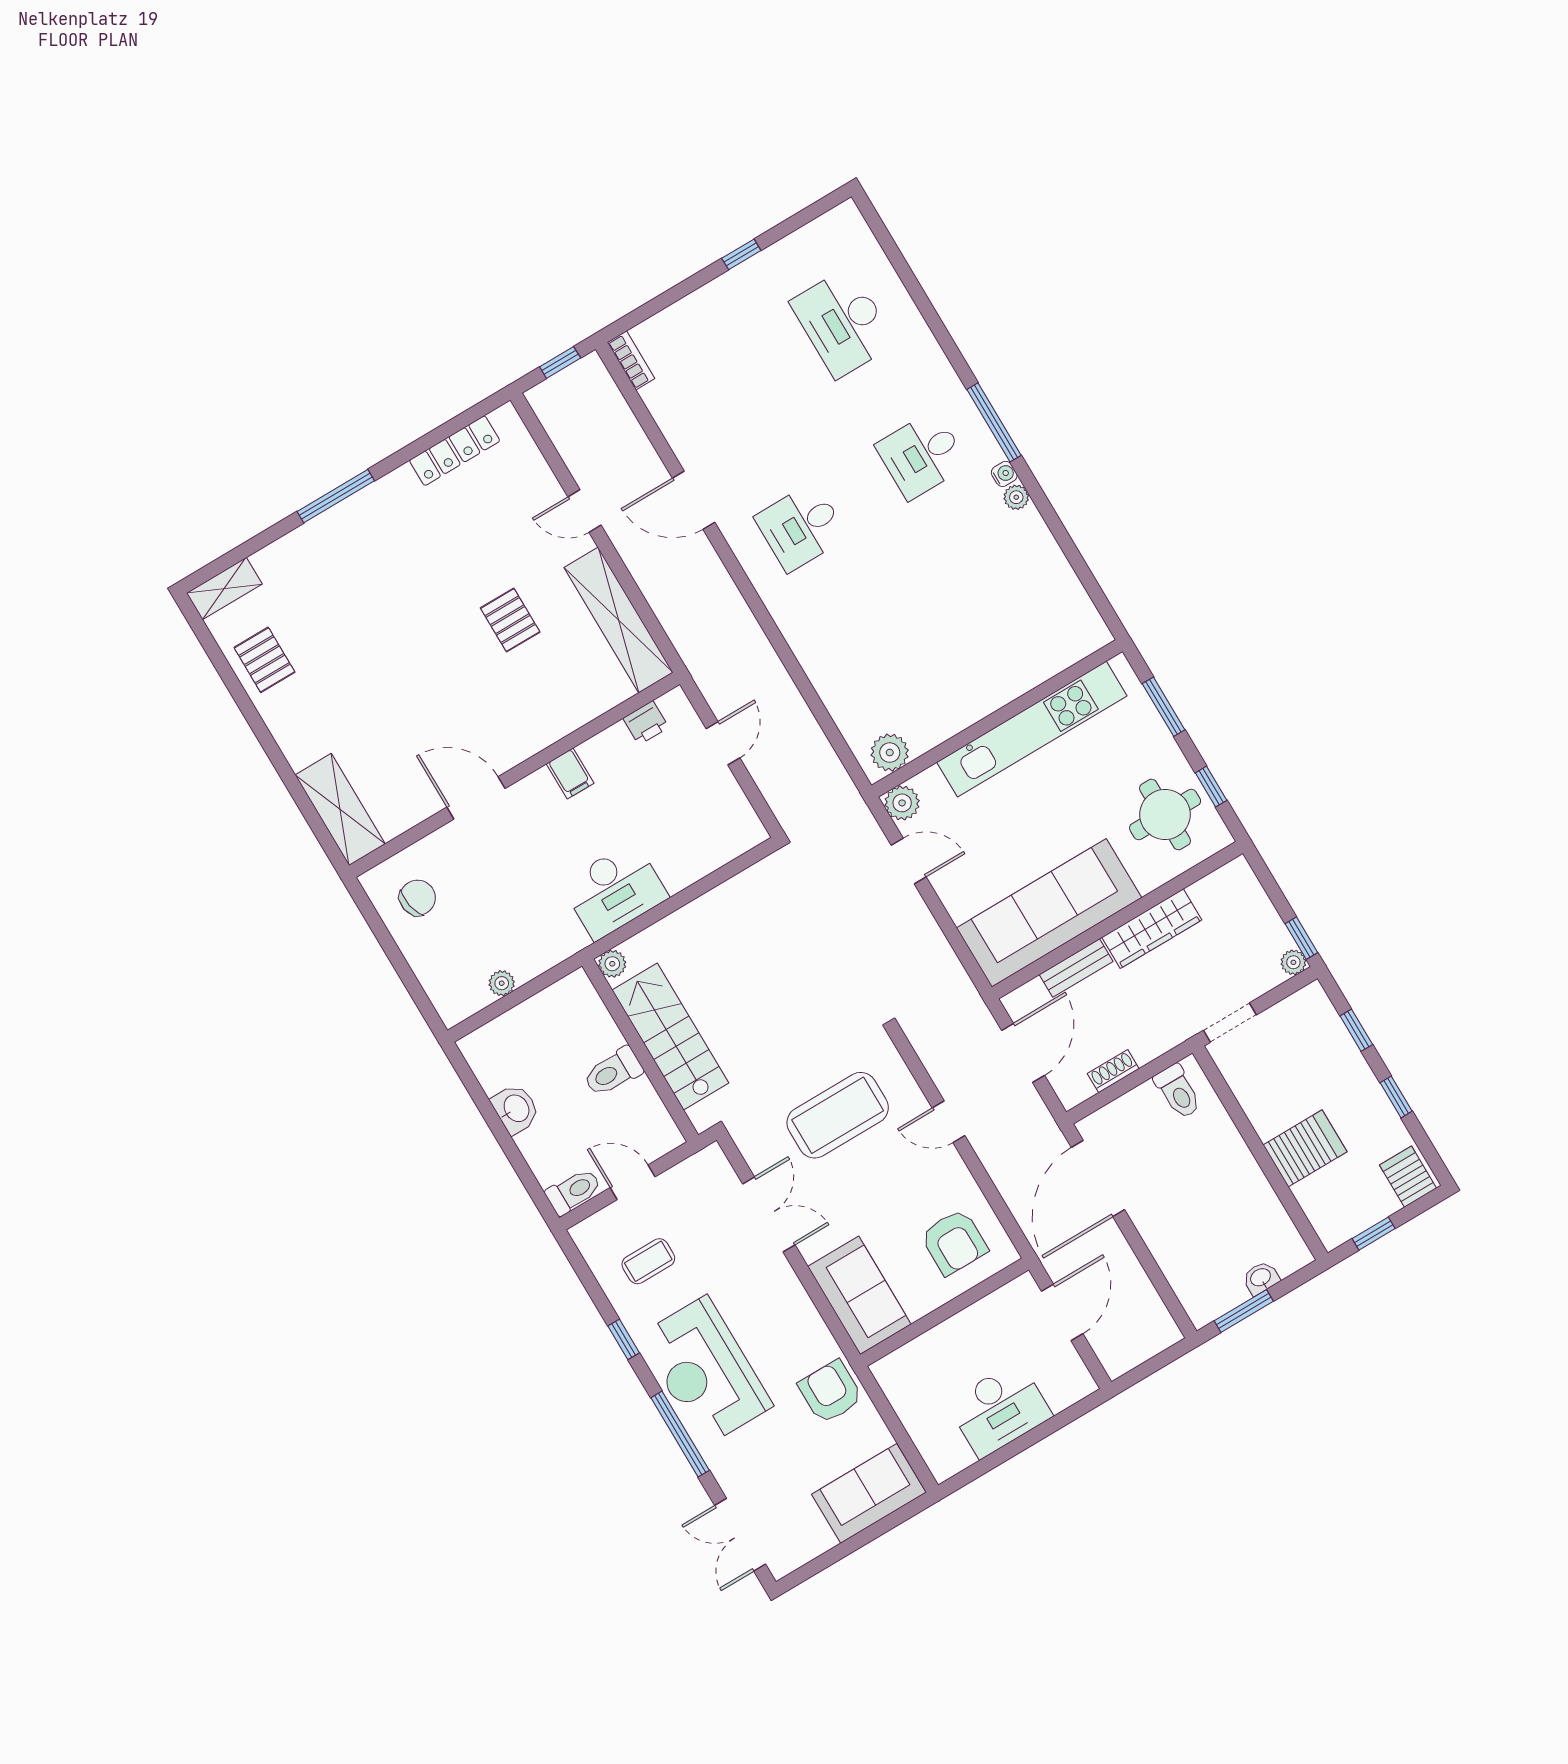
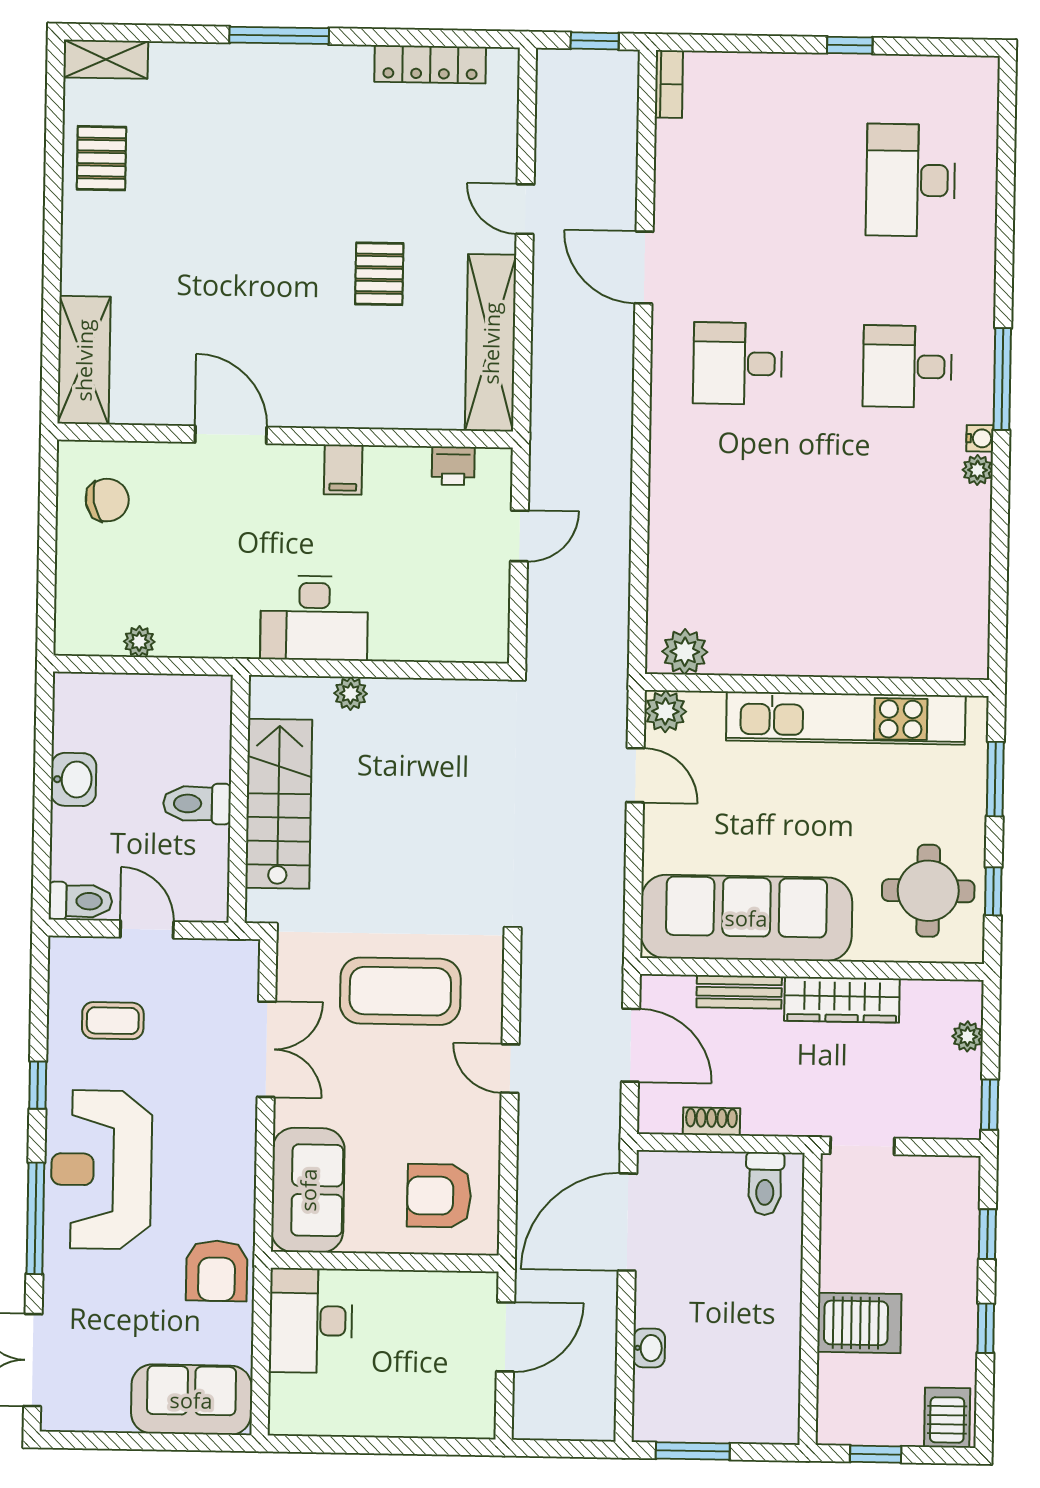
plant: (1293, 962) -> (967, 1036), moved
plant: (612, 964) -> (351, 693), moved
door: (1023, 1053) -> (631, 1045), hinge flipped
armchair: (954, 1242) -> (439, 1196), turned 90
washbasin: (1261, 1278) -> (649, 1348), moved, turned 90
armchair: (830, 1392) -> (217, 1271), turned 180
desk: (999, 1409) -> (311, 1321), moved, turned 90

